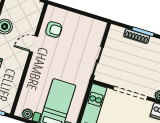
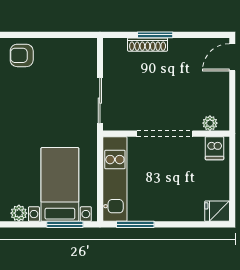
armchair: (54, 29) -> (22, 55), moved, turned 180

